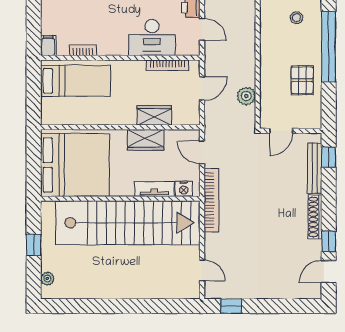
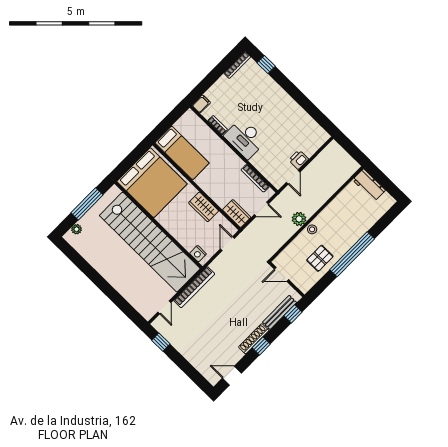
stool: (296, 18) -> (312, 229), moved
desk: (152, 37) -> (245, 138), moved
bed: (76, 81) -> (182, 153), moved
plant: (246, 96) -> (299, 219), moved
wardrobe: (154, 115) -> (237, 214), moved
tv unit: (154, 189) -> (182, 238), removed
bookcase: (211, 200) -> (194, 287), moved
window: (329, 241) -> (261, 346), moved
window: (34, 245) -> (87, 204), width x2.17

